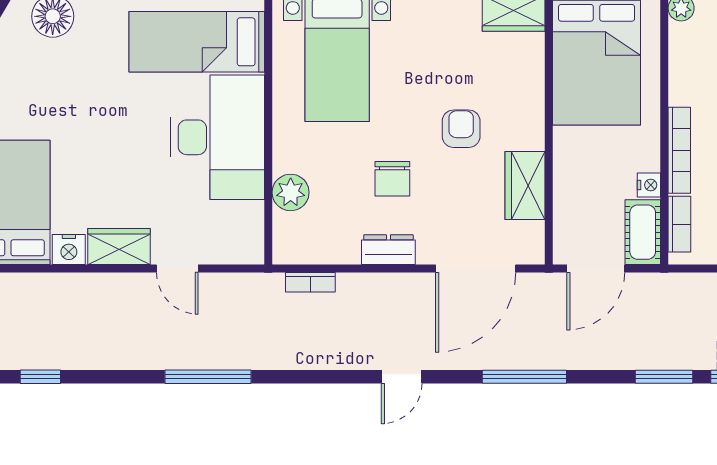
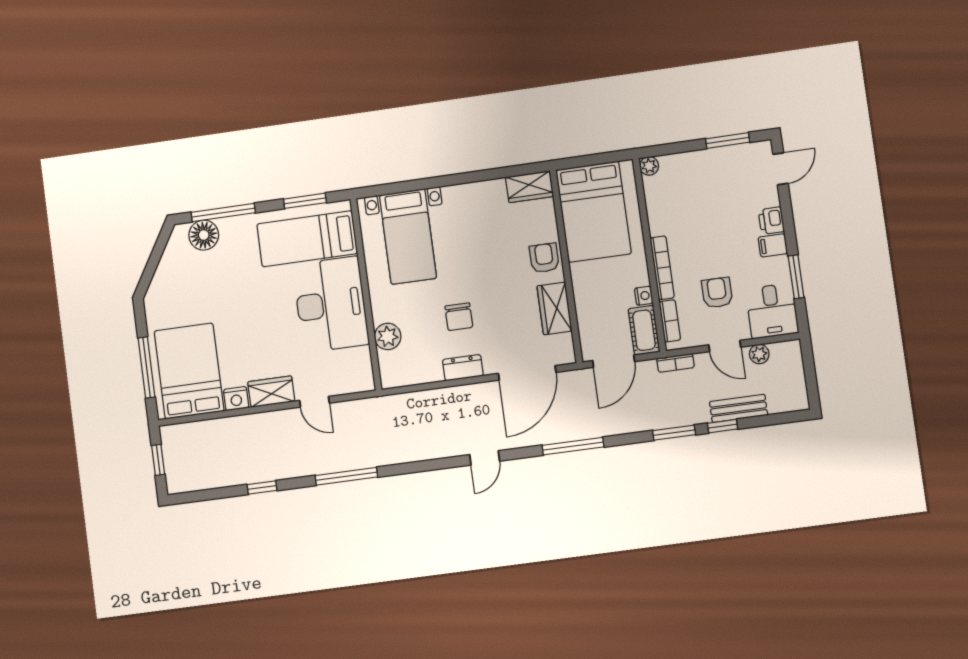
armchair: (461, 129) -> (544, 258), moved
bookcase: (310, 282) -> (675, 363), moved
window: (40, 377) -> (262, 488), moved

